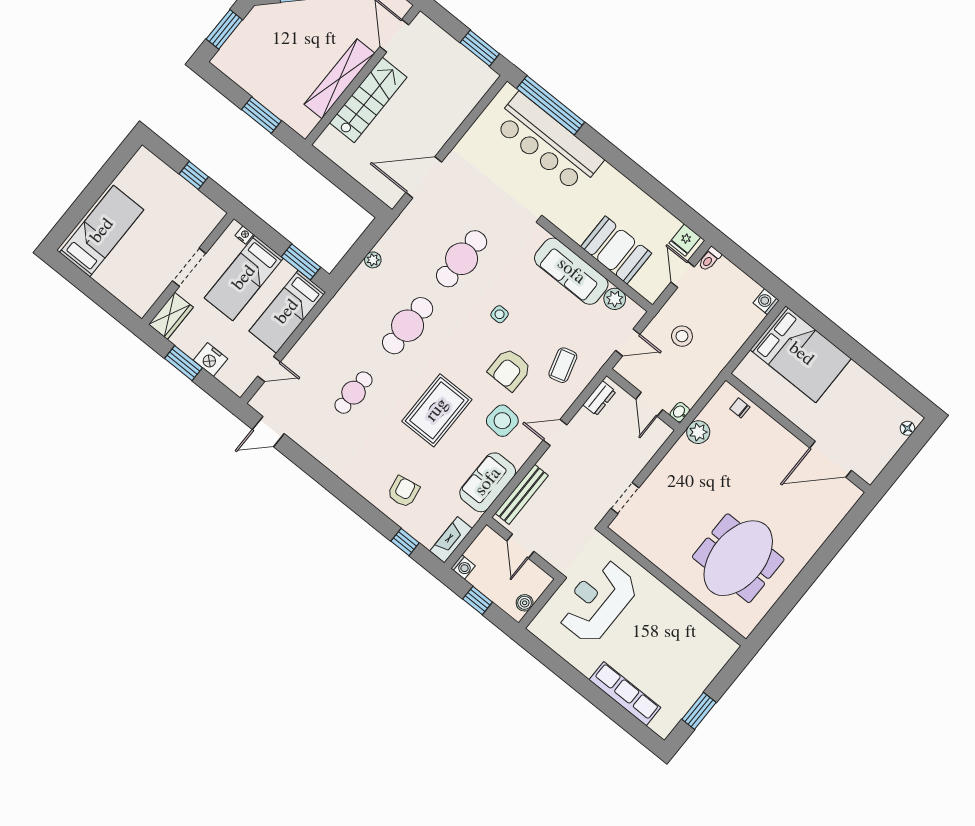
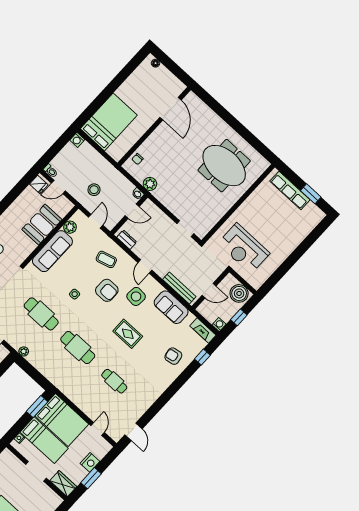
plant: (373, 260) -> (24, 351), moved
bed: (287, 312) -> (62, 420), width x1.50
rug: (437, 410) -> (128, 334), width x0.73, depth x0.70
boiler: (525, 603) -> (239, 293), width x1.86, depth x1.86
row of seats: (625, 694) -> (290, 190), moved, turned -90

